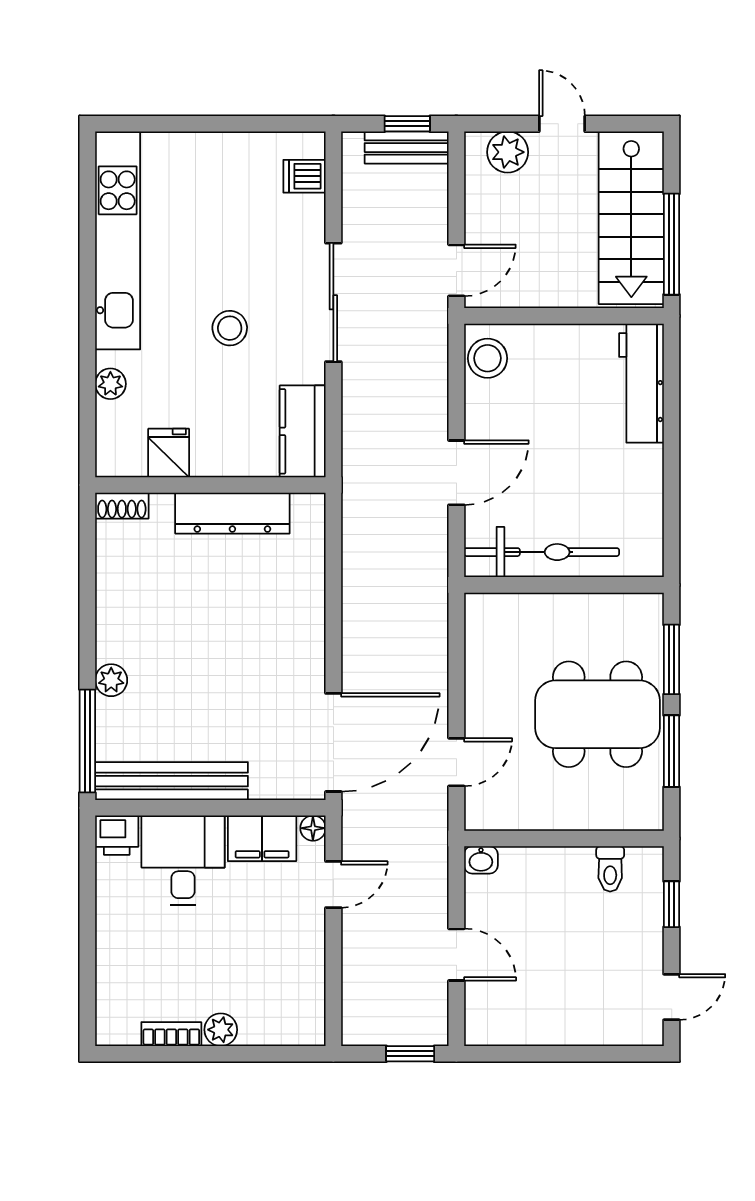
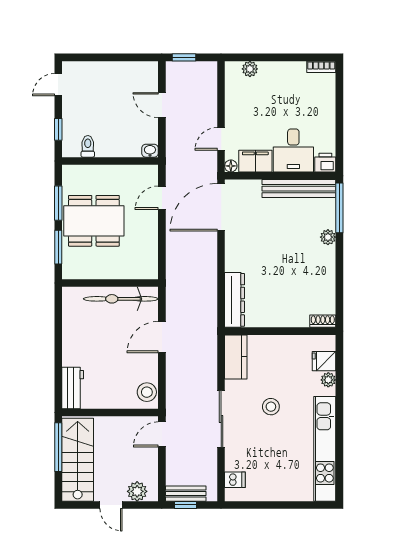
workbench: (641, 383) -> (73, 388), width x0.73
fridge: (169, 453) -> (324, 361), moved, turned 90
dresser: (232, 513) -> (235, 300), moved, turned 90
plant: (221, 1030) -> (250, 69), moved
bookcase: (171, 1034) -> (321, 67), moved

